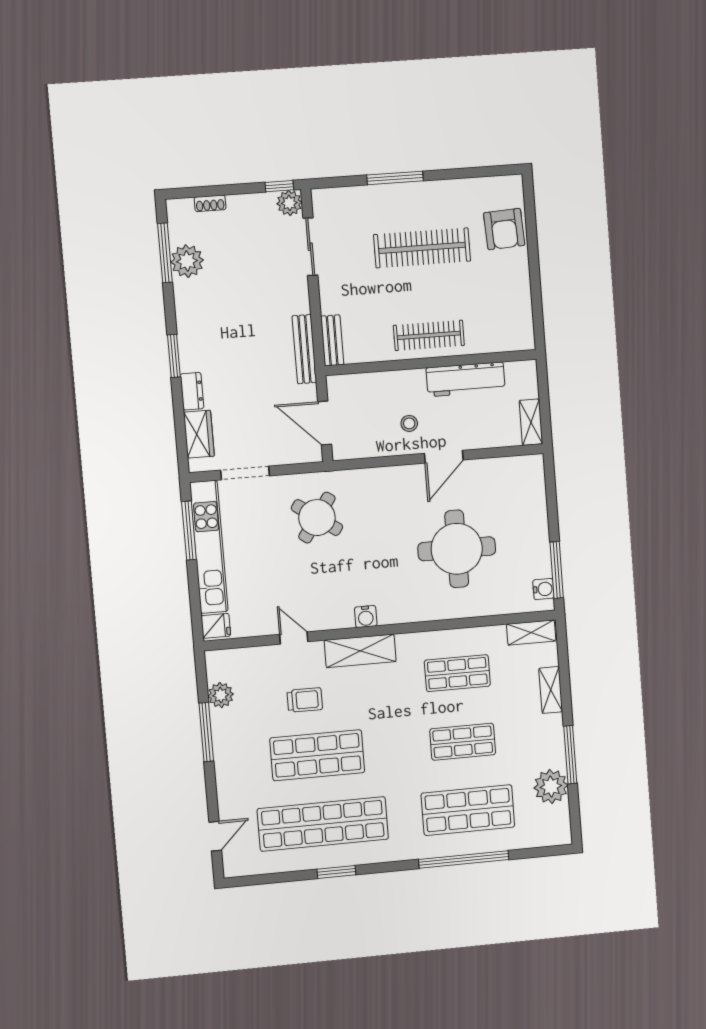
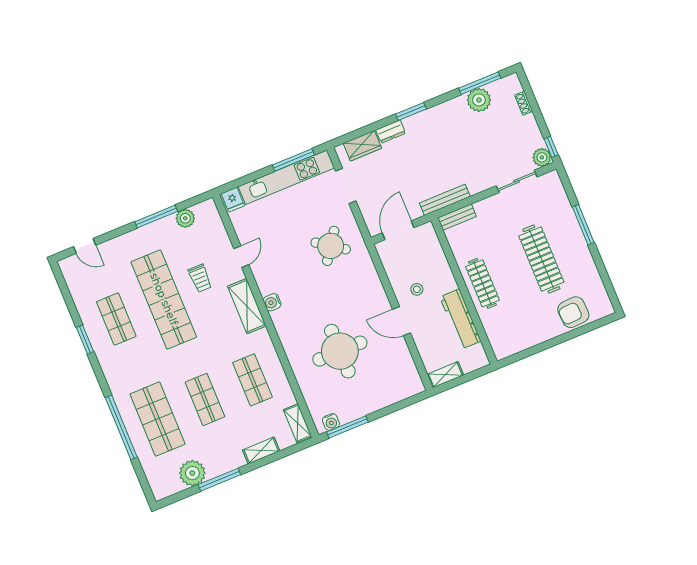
shop shelf: (317, 755) -> (164, 299), width x1.40
shop shelf: (323, 824) -> (116, 319), width x0.50, depth x0.74

